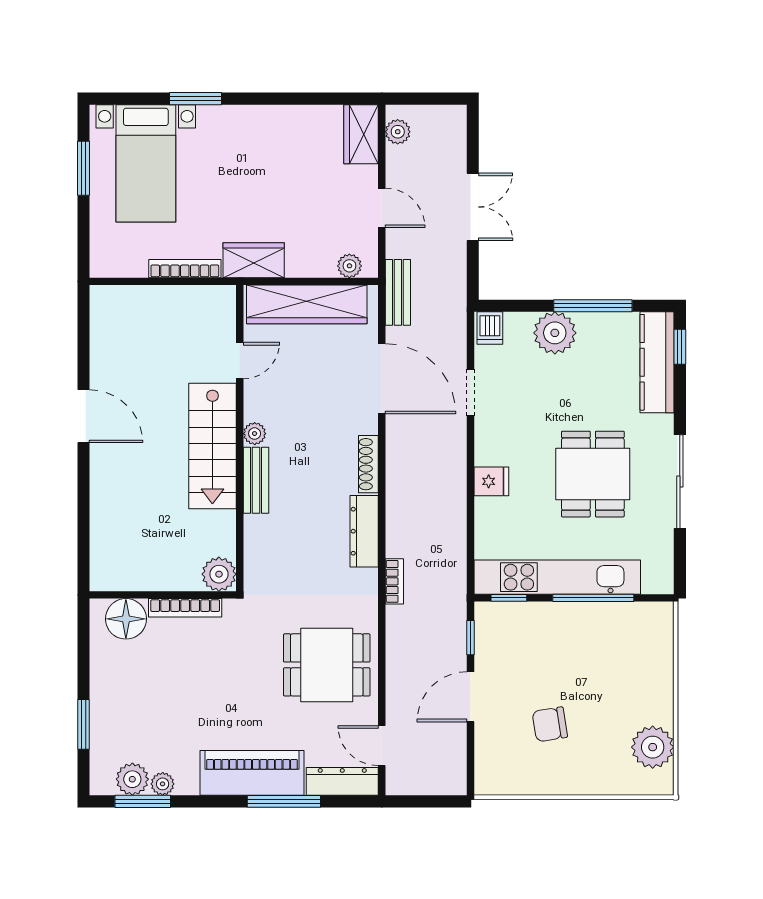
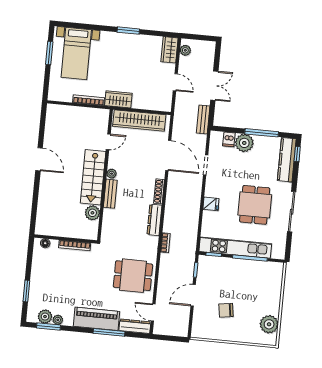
window: (195, 99) -> (128, 31), moved
plant: (349, 266) -> (159, 106), removed
bench: (398, 292) -> (203, 119), moved
dishwasher: (490, 328) -> (229, 139), moved
plant: (219, 574) -> (92, 213), moved
floor lamp: (126, 619) -> (45, 243), width x0.53, depth x0.53

